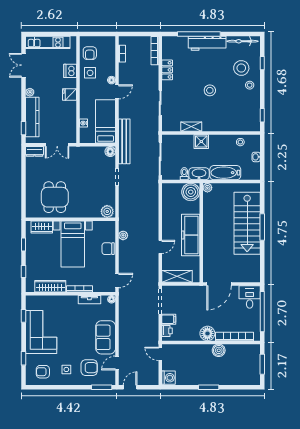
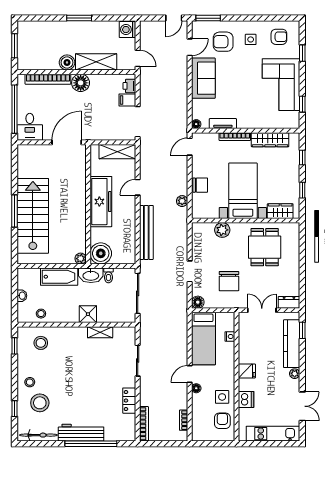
stool: (210, 90) -> (41, 343), moved
bench: (124, 141) -> (146, 232), moved
chair: (84, 169) -> (229, 281), added
plant: (107, 211) -> (222, 230), moved
shelving: (194, 351) -> (96, 62), added

